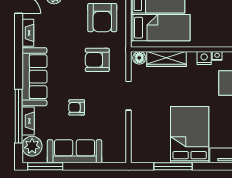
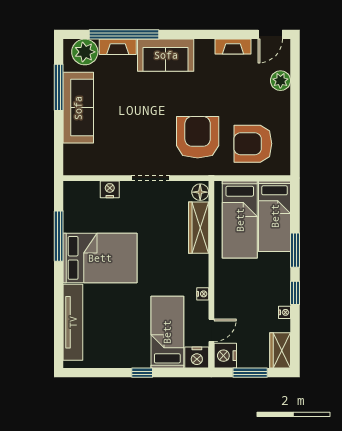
nightstand: (204, 58) -> (110, 189), moved, turned -90
armchair: (97, 60) -> (198, 137), width x1.36, depth x1.36
sofa: (34, 77) -> (166, 55), width x0.73
armchair: (77, 107) -> (135, 110), removed
window: (45, 166) -> (59, 87), moved

